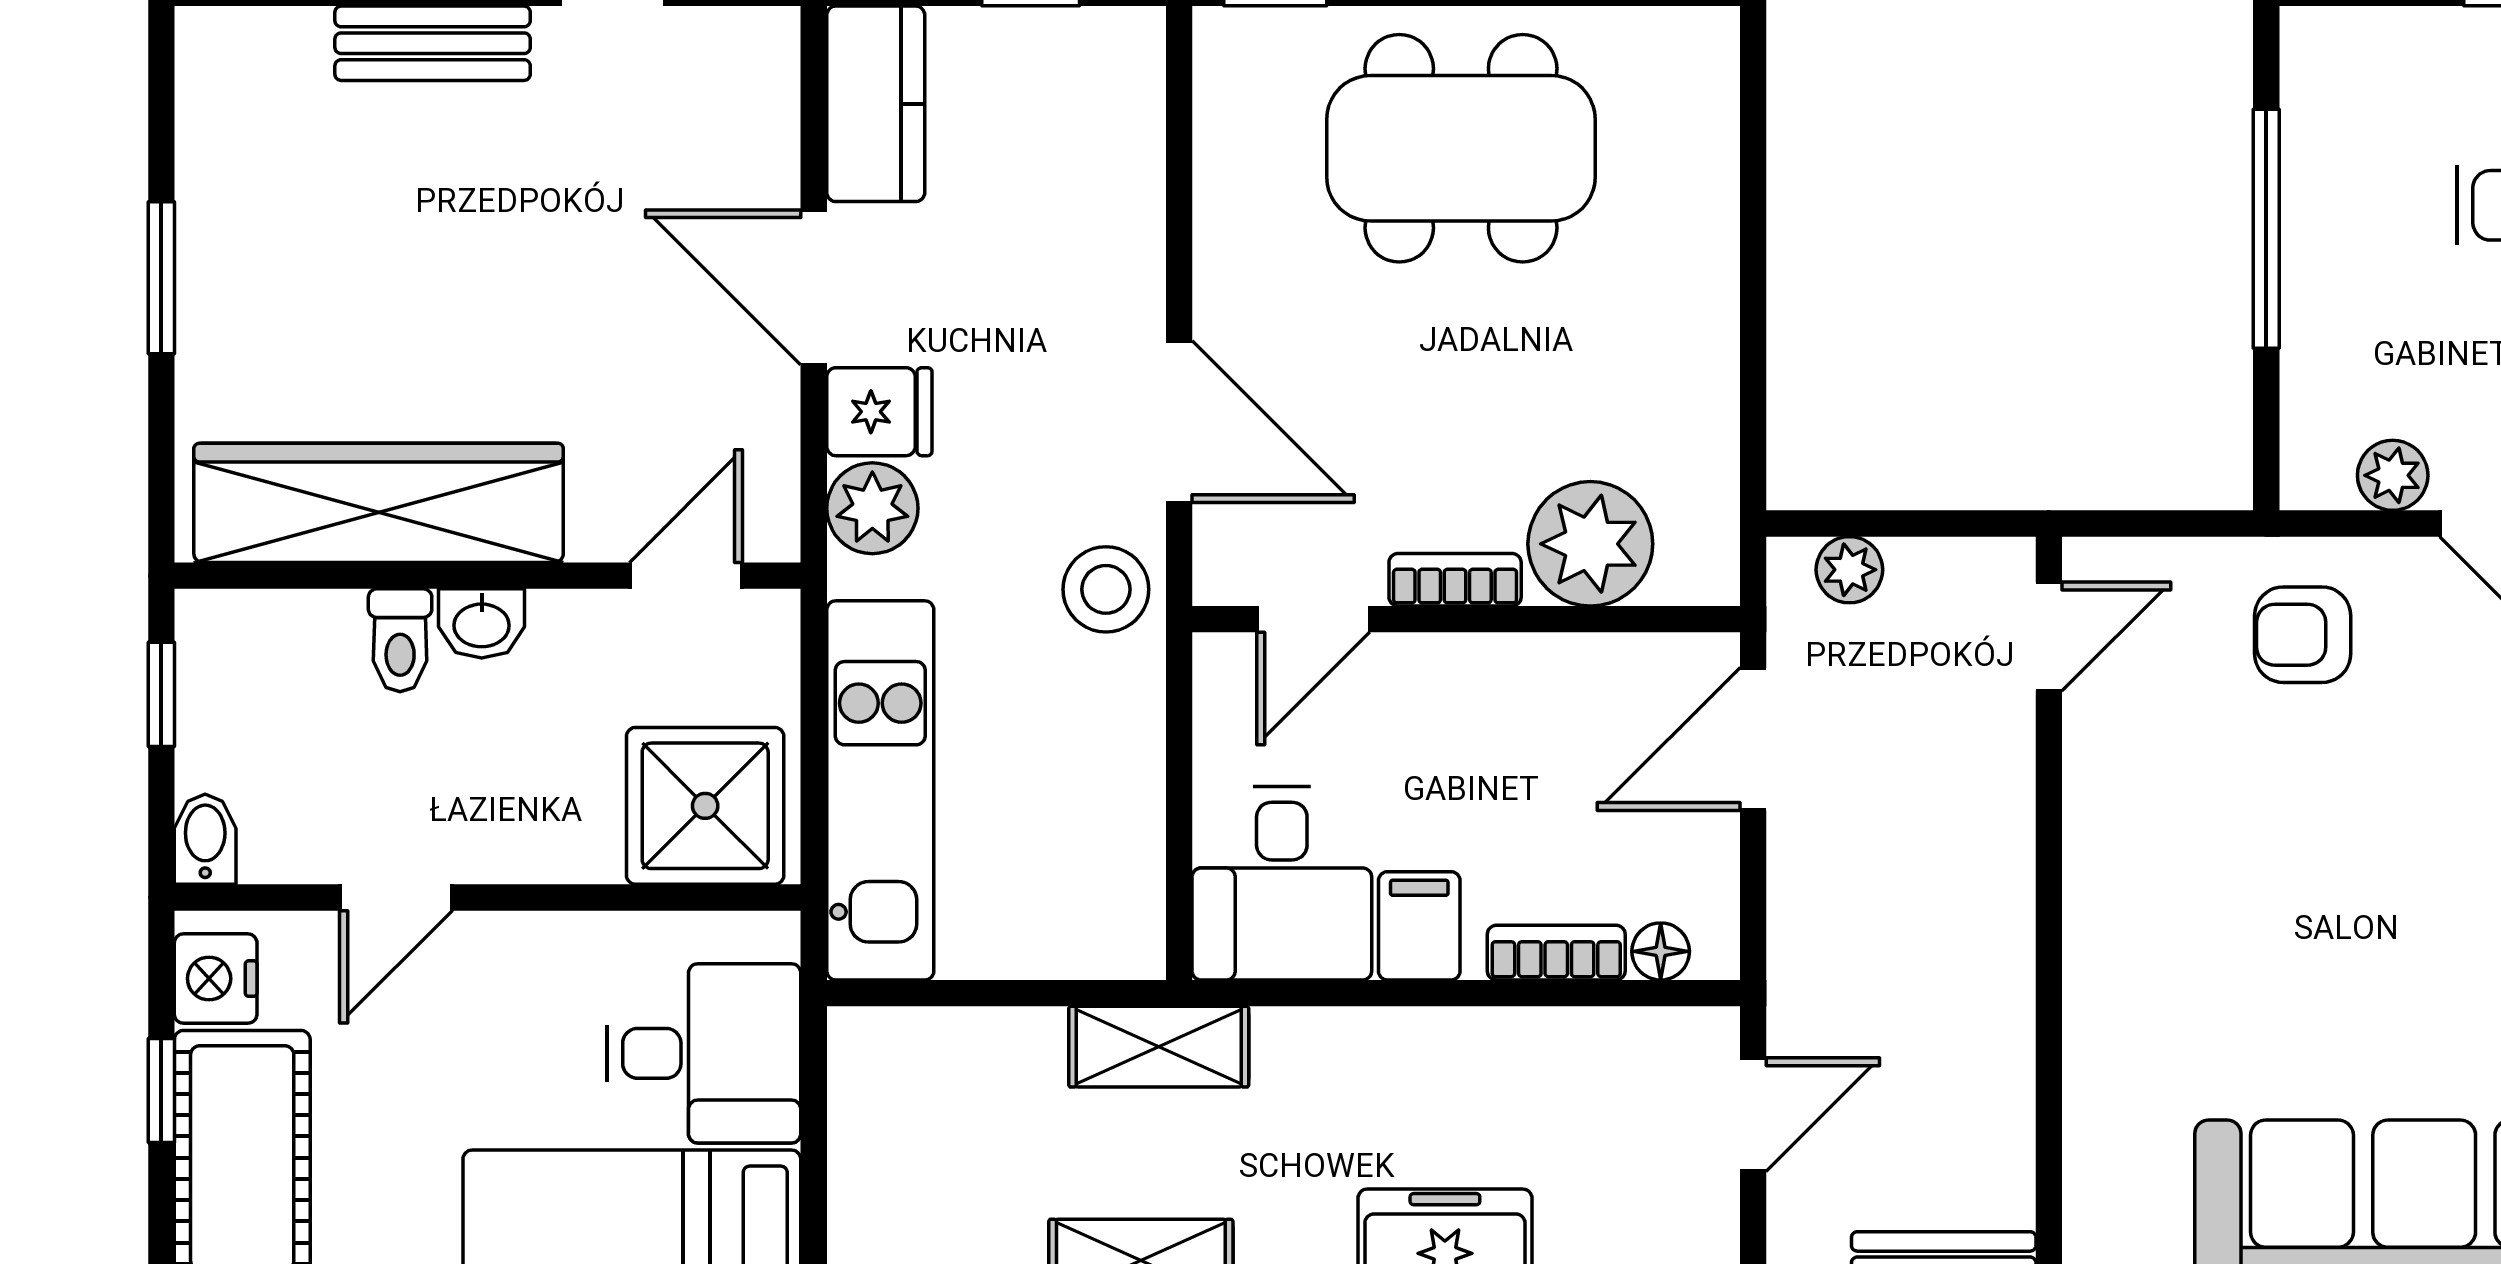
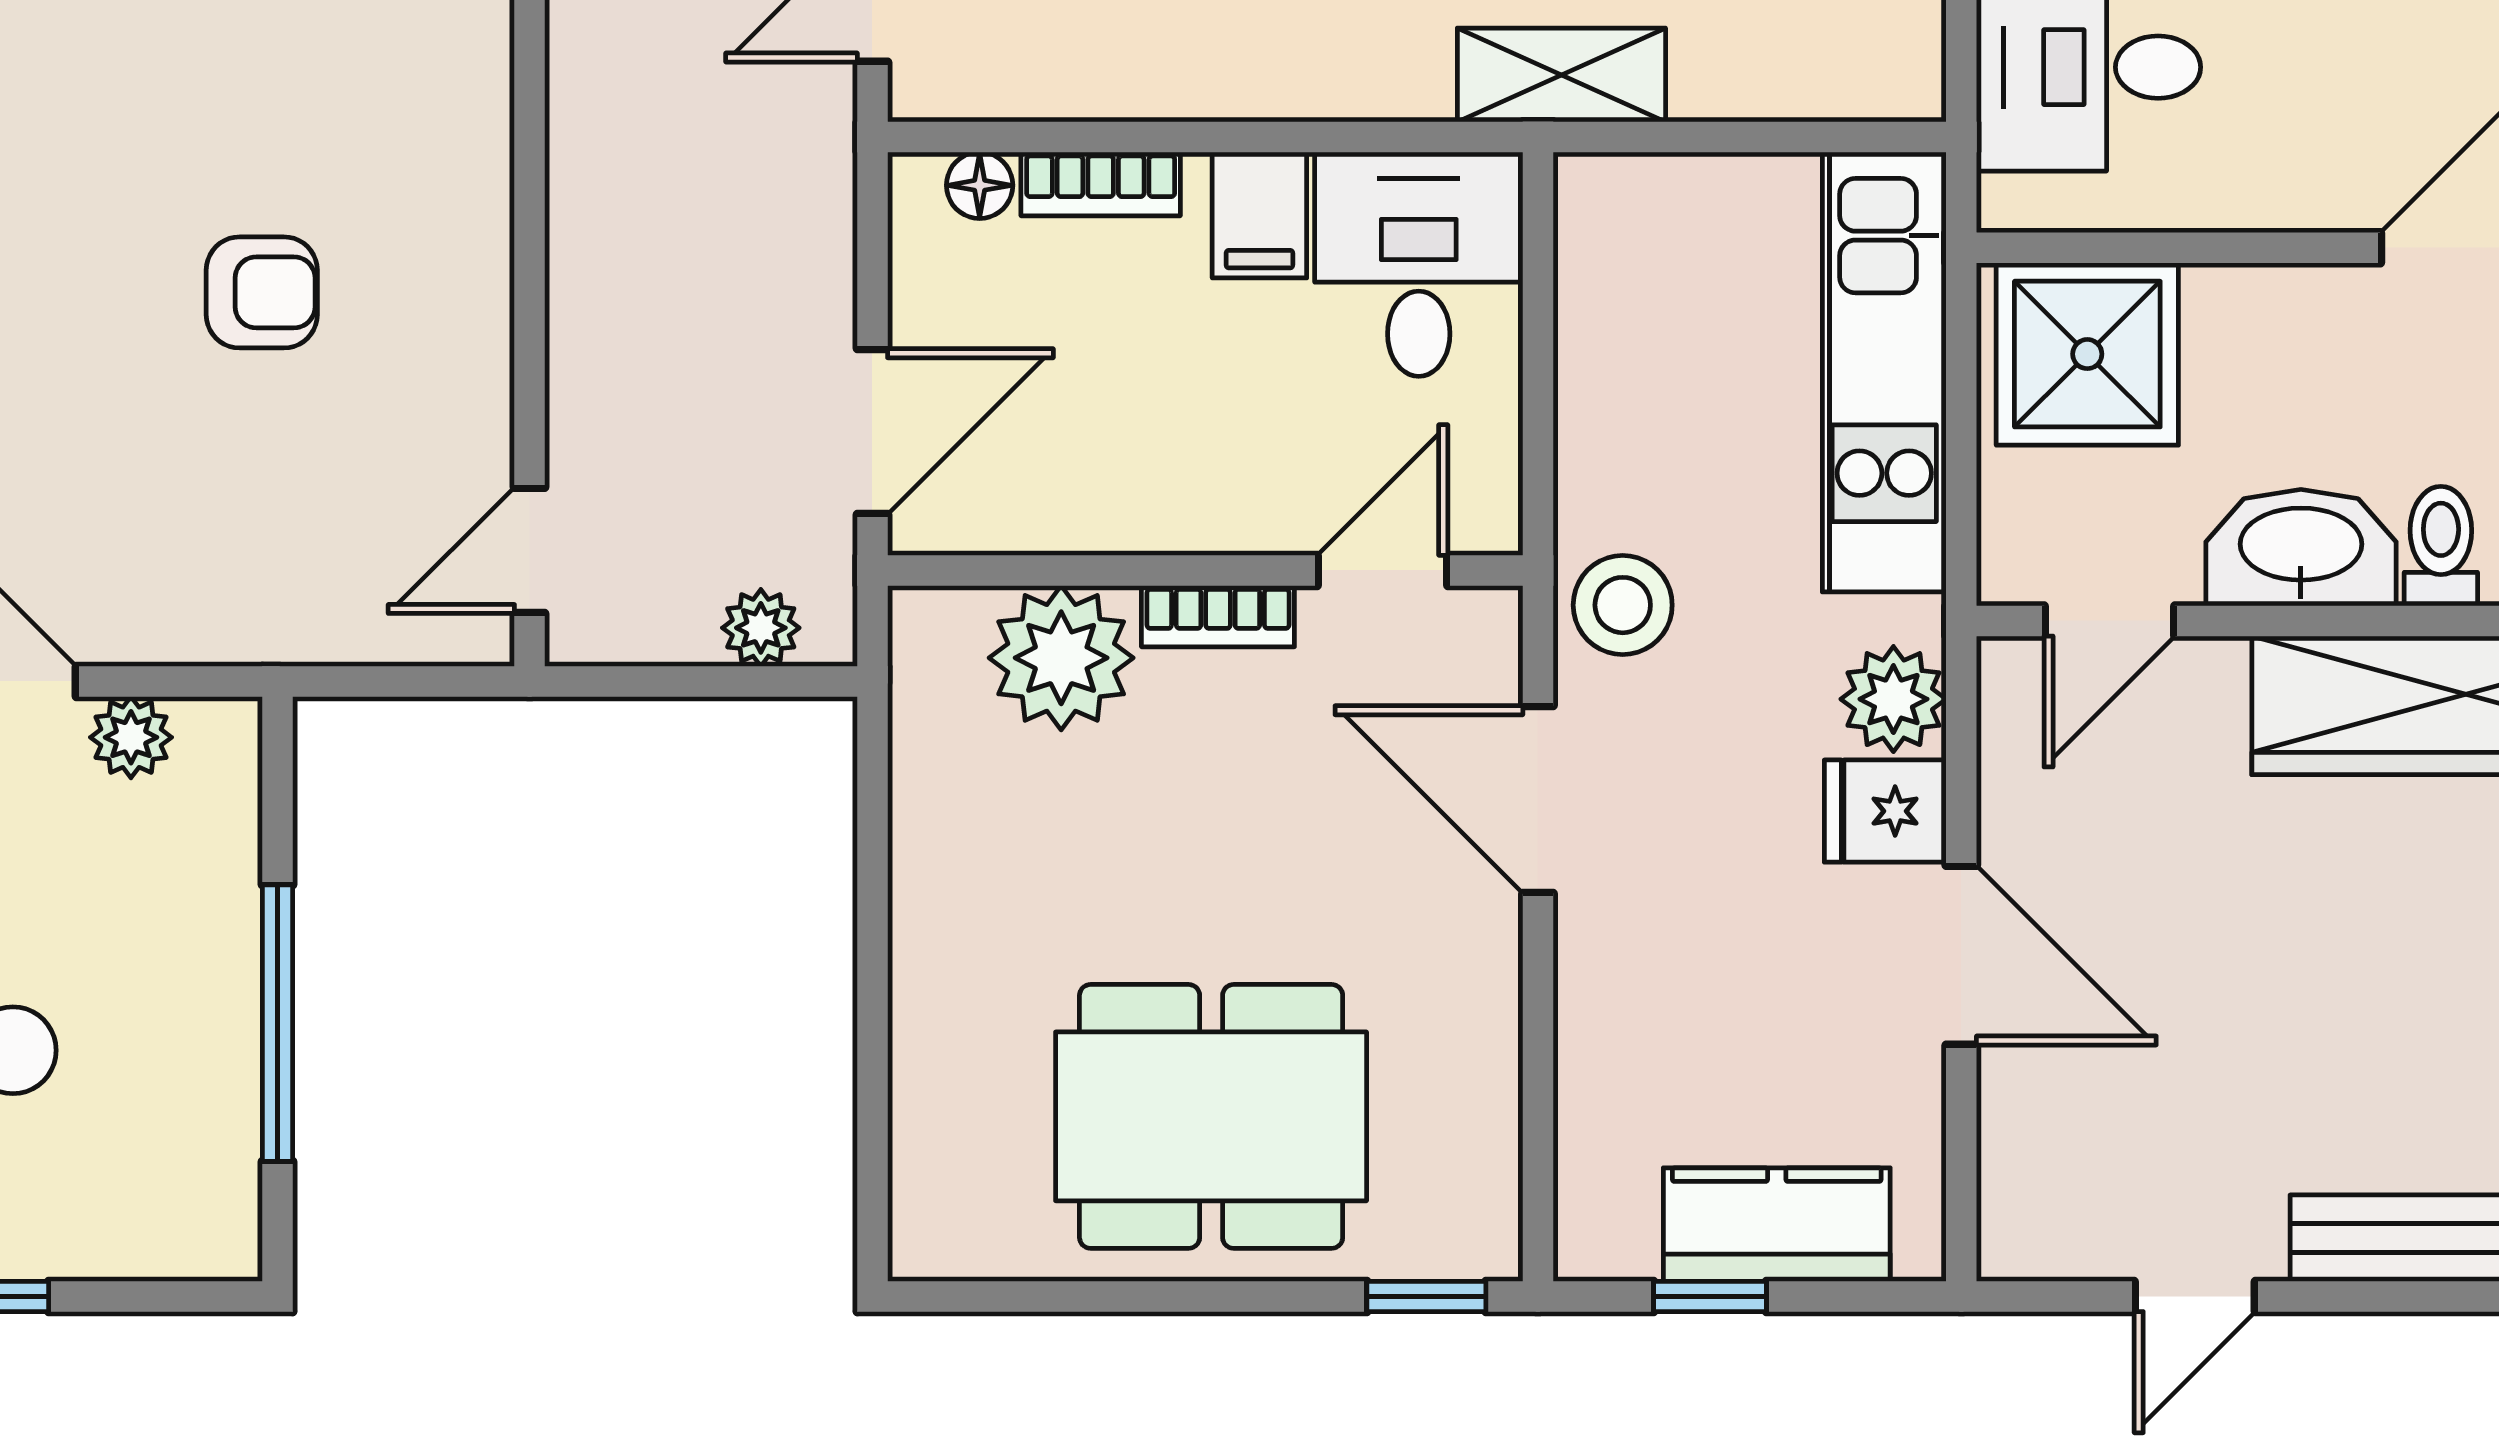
kitchen counter: (876, 104) -> (1777, 1225), moved, turned 90
washbasin: (482, 623) -> (2301, 548), width x1.91, depth x1.45
armchair: (2303, 635) -> (262, 292), moved

